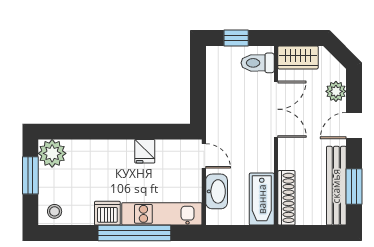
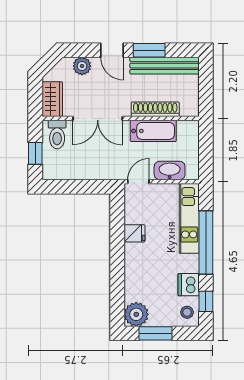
double door: (276, 109) -> (98, 118), swing flipped
window: (354, 186) -> (149, 50), moved
shoe rack: (286, 198) -> (155, 109), moved
bathtub: (262, 199) -> (153, 131), moved
dishwasher: (107, 213) -> (189, 285), moved
window: (67, 233) -> (206, 301), added

